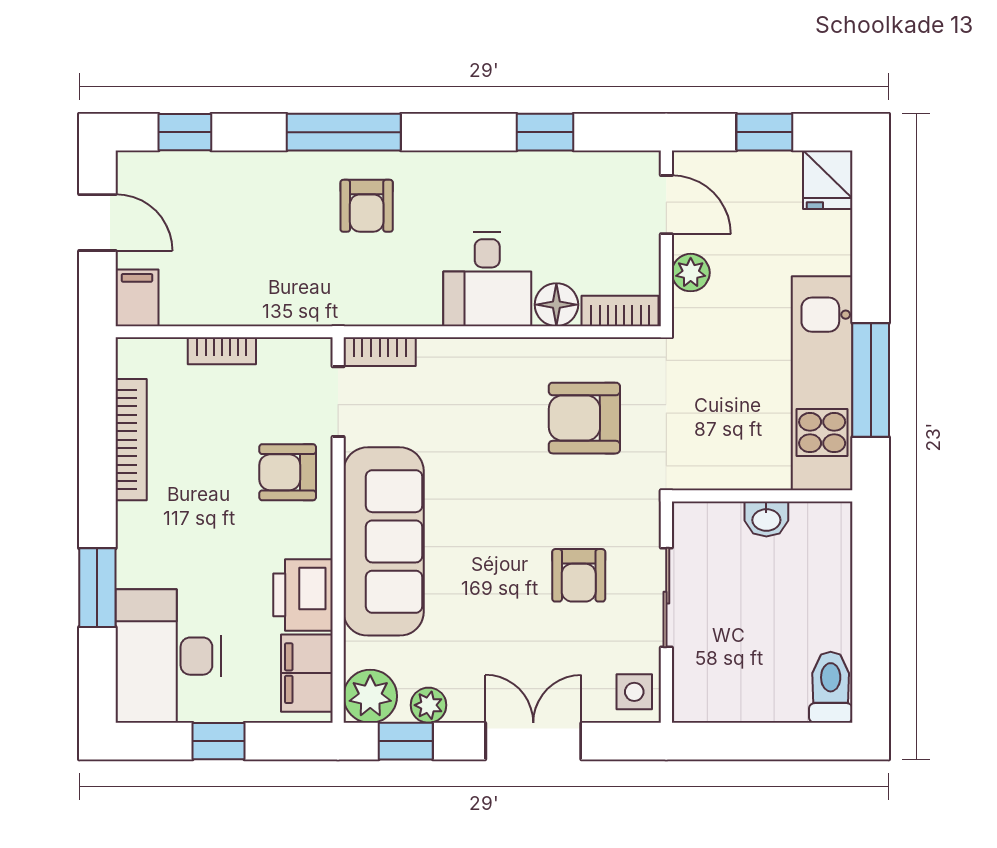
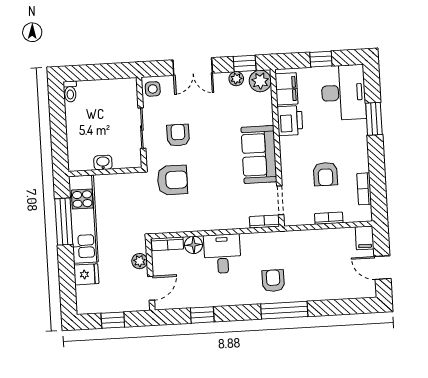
window: (185, 132) -> (349, 306), removed
fridge: (828, 180) -> (86, 274), moved, turned 90
door: (666, 205) -> (151, 288), swing flipped
armchair: (584, 418) -> (172, 180), moved
bookcase: (131, 440) -> (364, 189), width x0.64
armchair: (288, 472) -> (325, 174), moved, turned 90
sofa: (384, 541) -> (259, 155), width x0.73
toilet: (831, 687) -> (70, 92), width x0.73, depth x0.72

